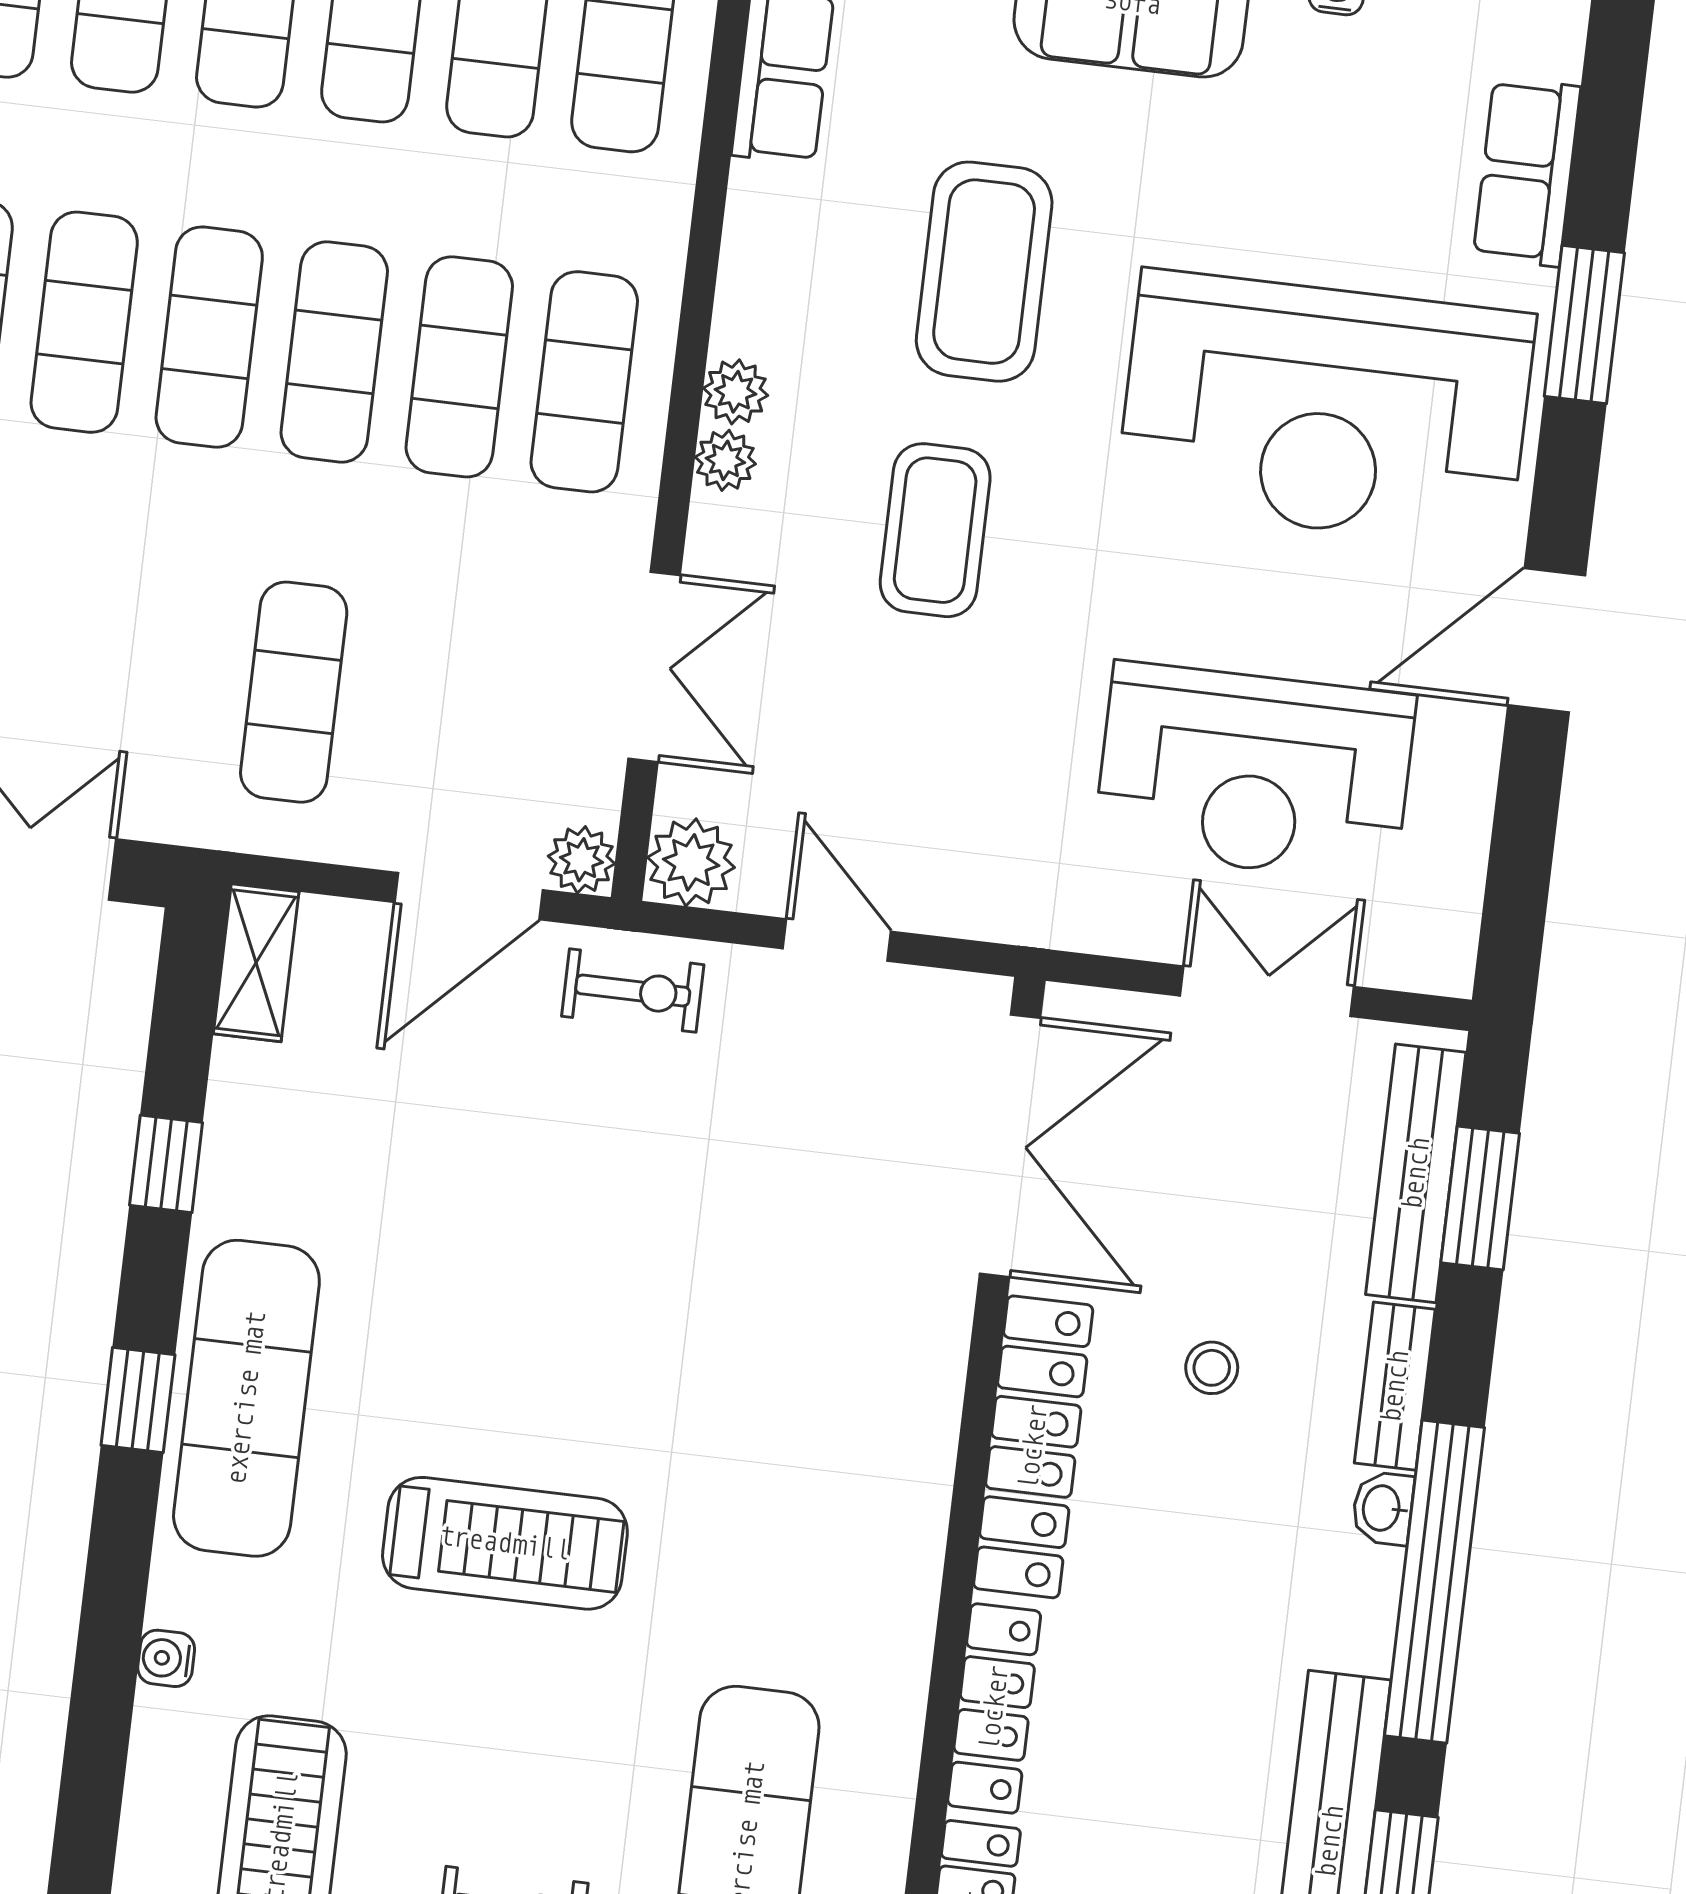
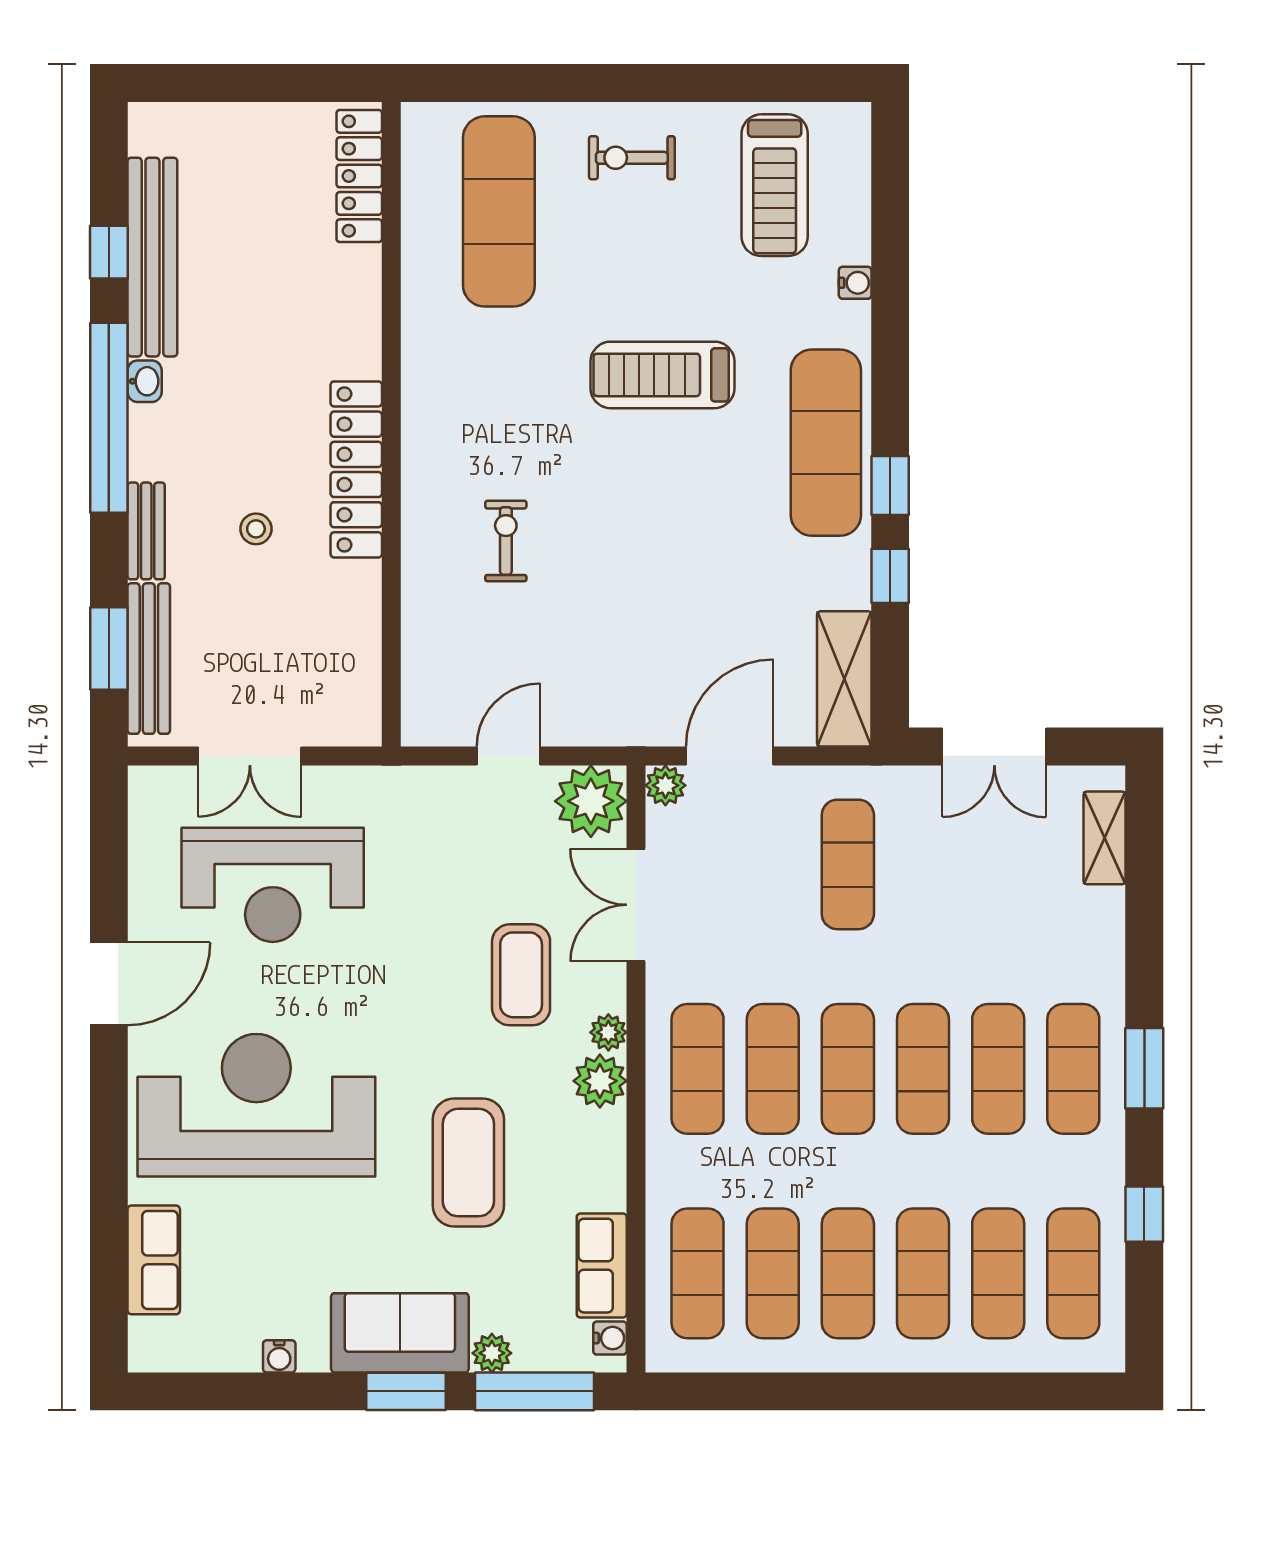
window: (1584, 325) -> (109, 1174), removed
plant: (736, 392) -> (600, 1081), width x1.38, depth x1.38
coffee table: (935, 530) -> (521, 975), moved
reception desk: (1255, 772) -> (273, 885), turned 180
plant: (691, 862) -> (591, 801), width x1.36, depth x1.36
door: (837, 940) -> (508, 756), swing flipped
shelving: (256, 963) -> (844, 679), width x1.50, depth x1.33
exercise bike: (633, 991) -> (506, 541), moved, turned 90
double door: (1010, 1146) -> (391, 646), removed
window: (138, 1400) -> (890, 485), moved
washbasin: (1383, 1508) -> (145, 381), moved
locker: (994, 1708) -> (361, 312), removed

